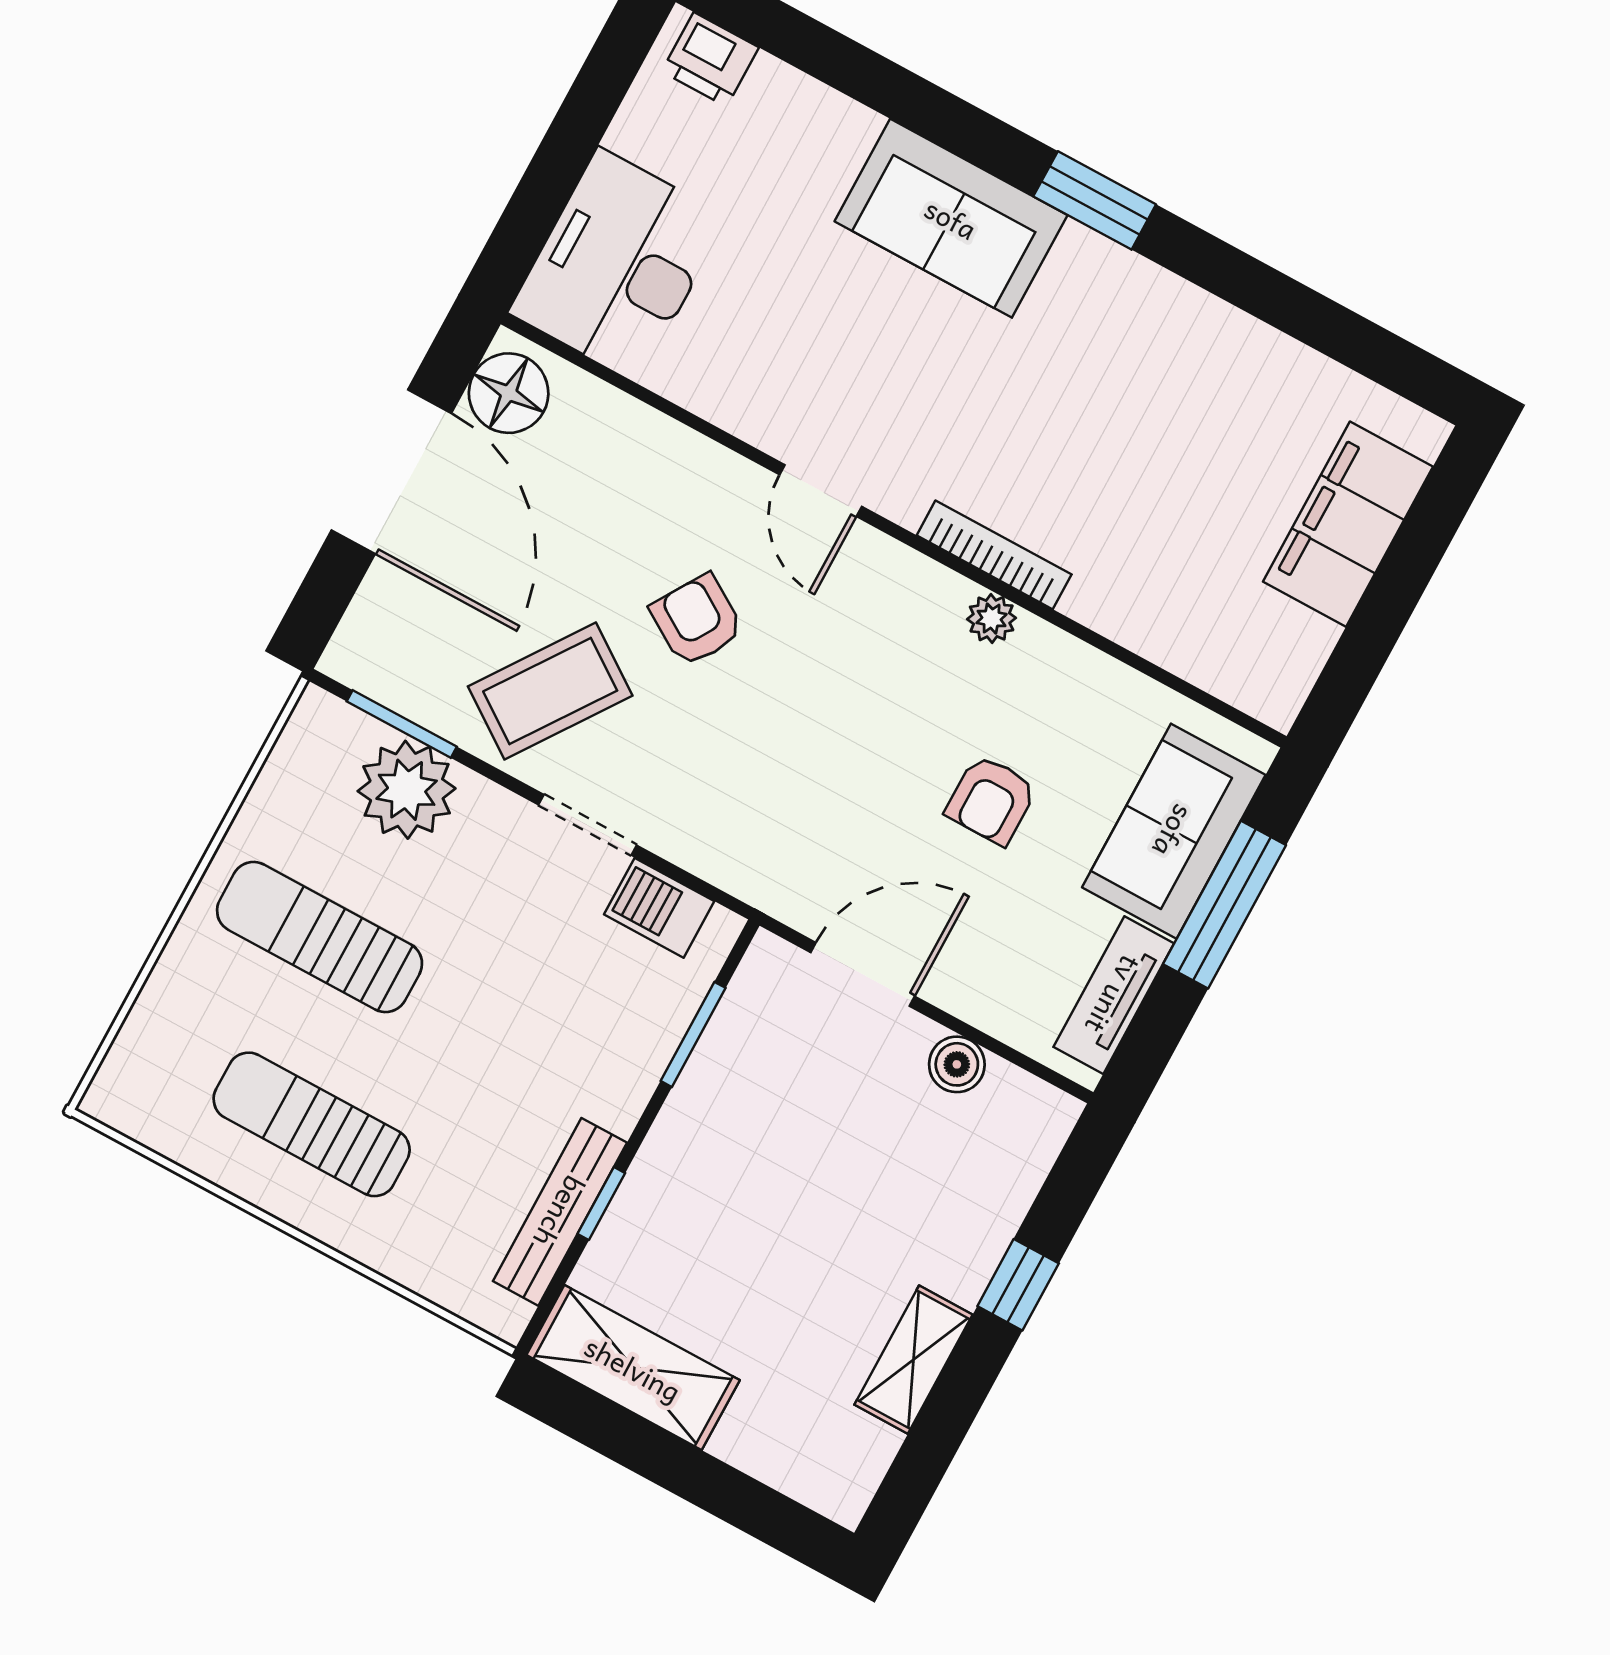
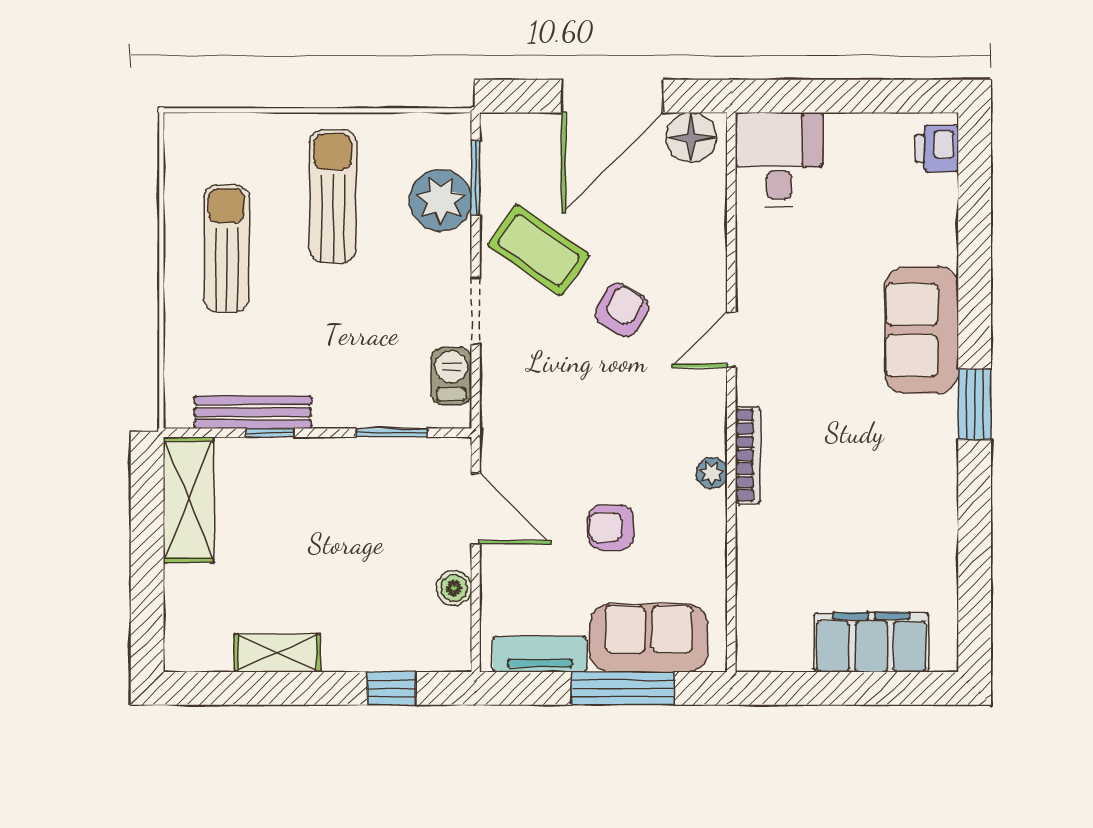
desk: (618, 265) -> (779, 160), width x0.73
window: (1018, 1285) -> (391, 688), moved

